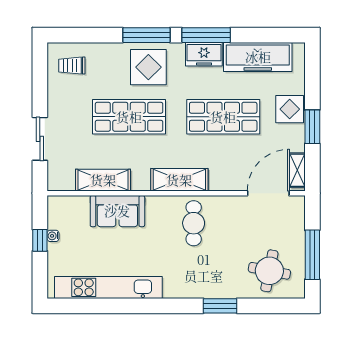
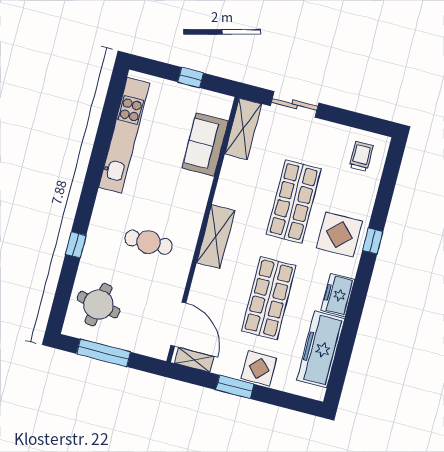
window: (146, 35) -> (373, 241), width x0.46
window: (206, 35) -> (357, 302), removed
shelving: (103, 180) -> (243, 129), moved
sofa: (117, 211) -> (205, 144), moved
cafe table: (194, 223) -> (148, 242), moved
water cooler: (53, 236) -> (192, 92), removed
window: (220, 306) -> (76, 245), width x0.67

